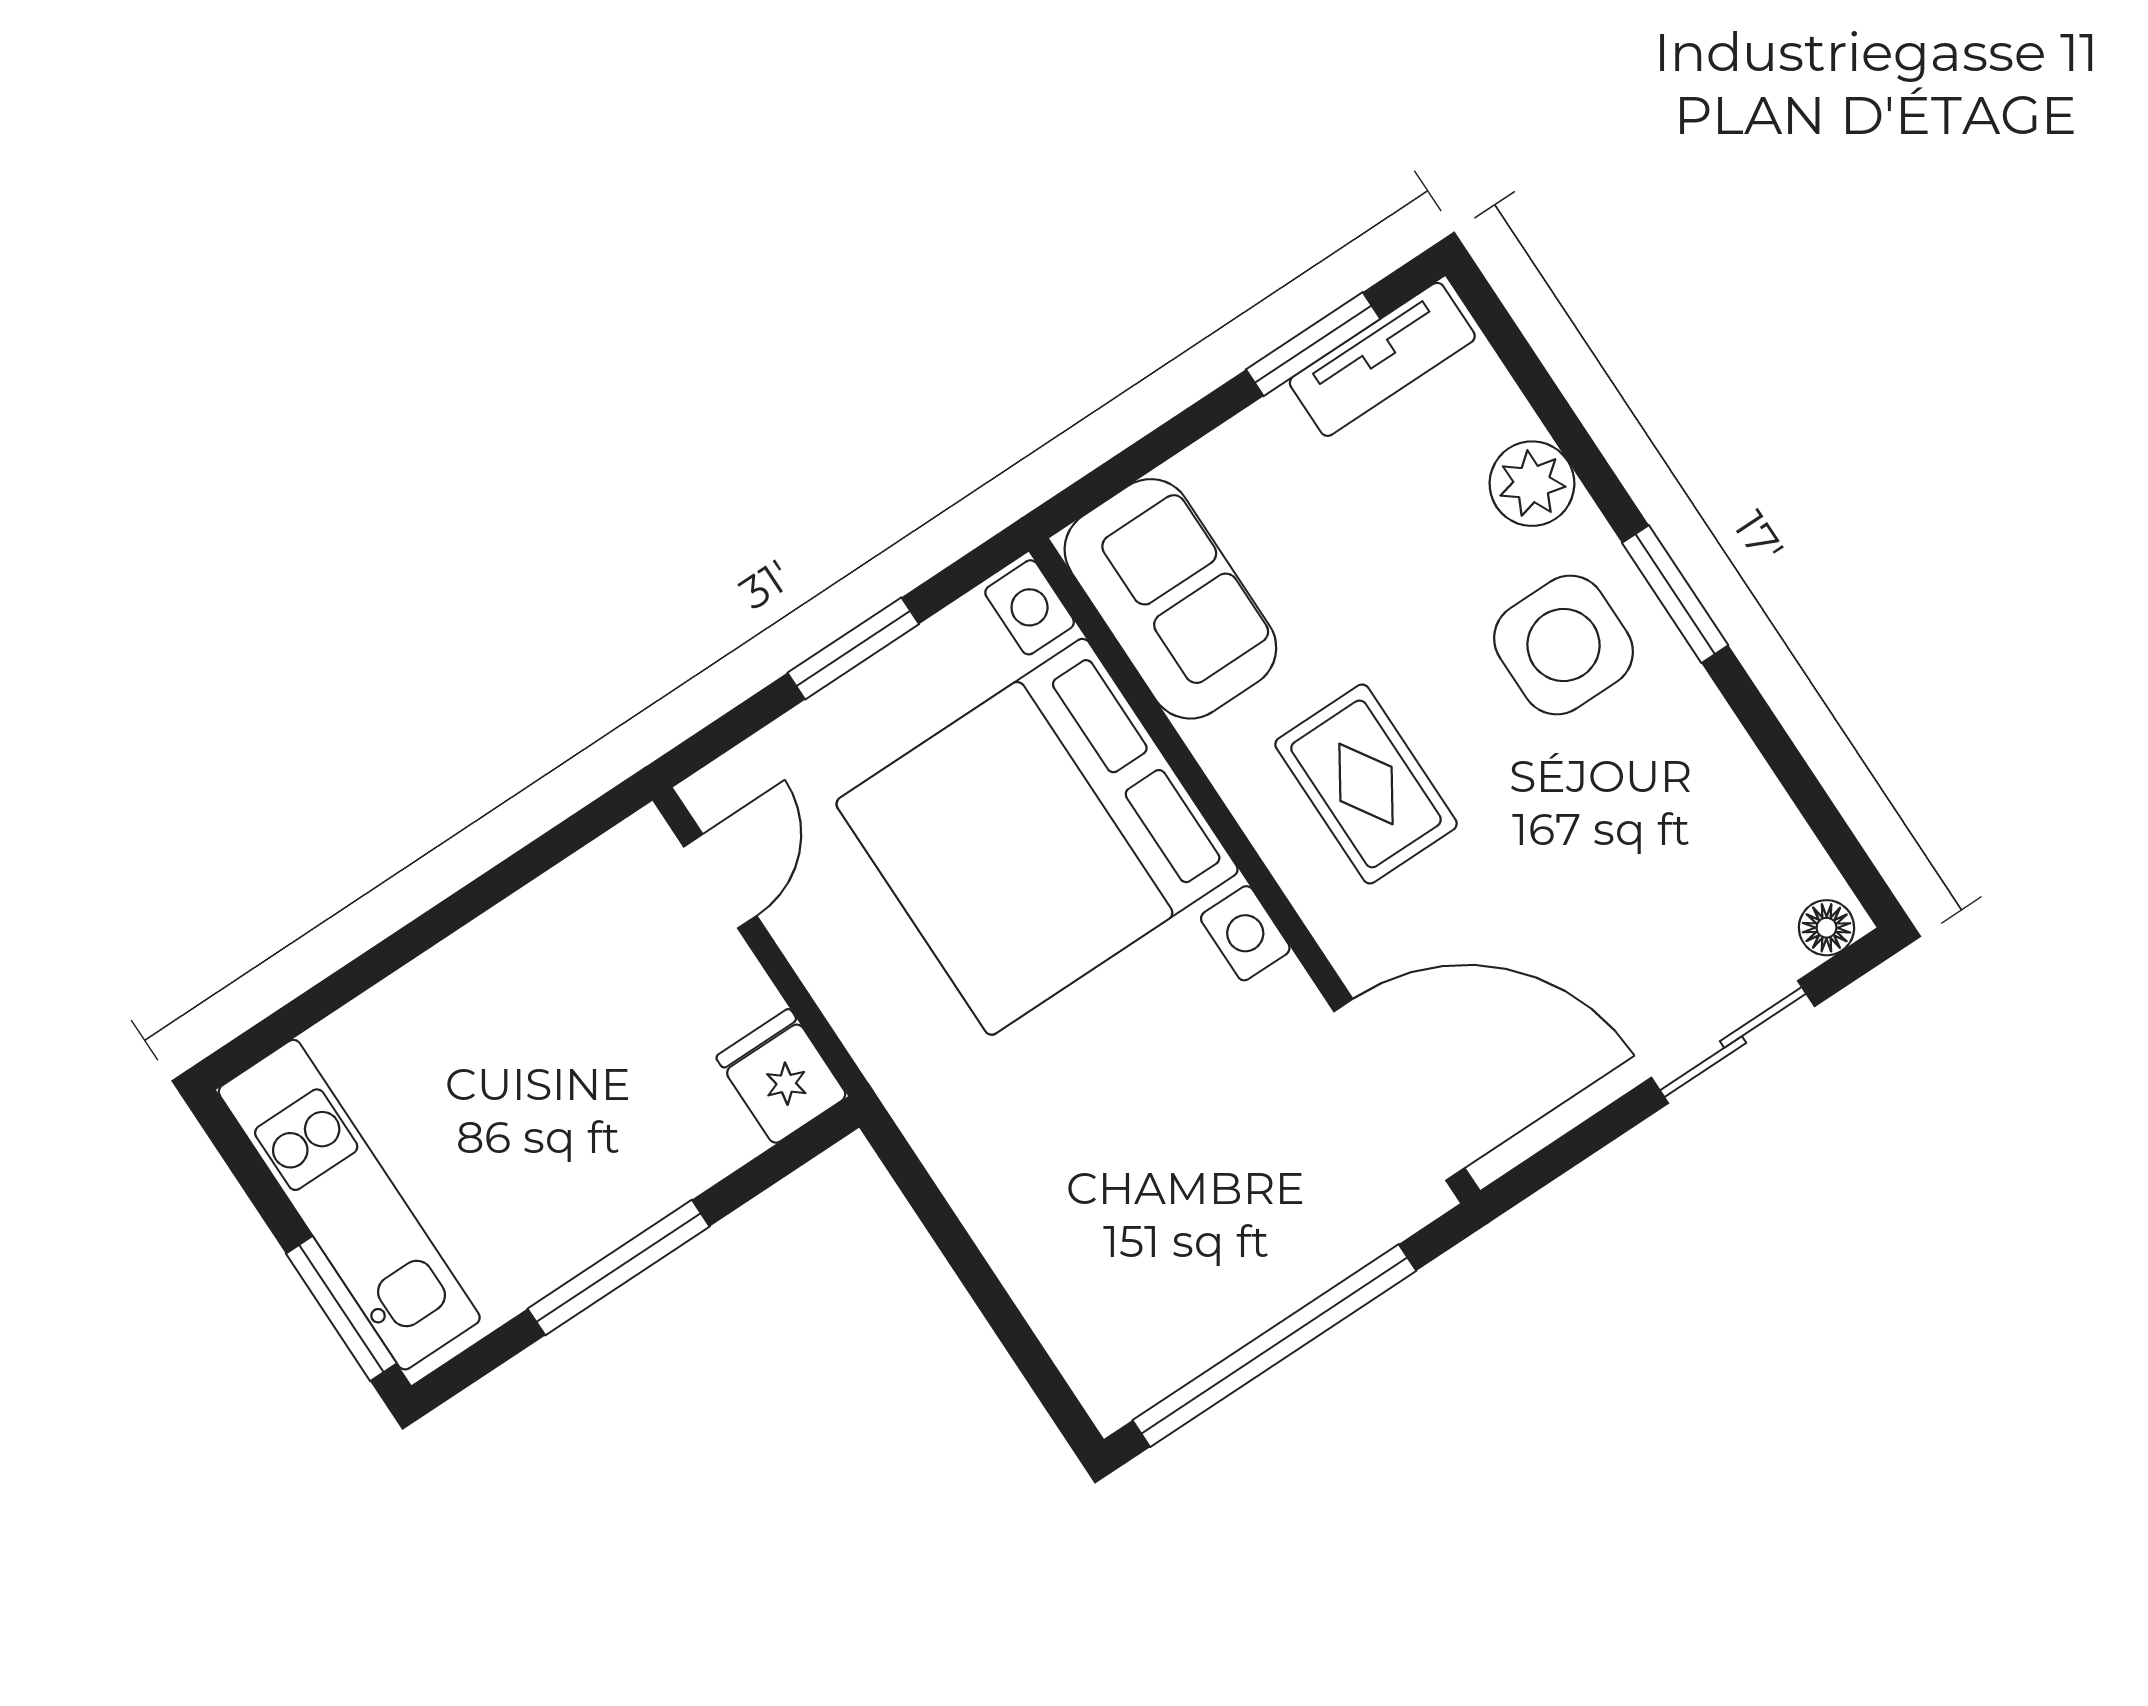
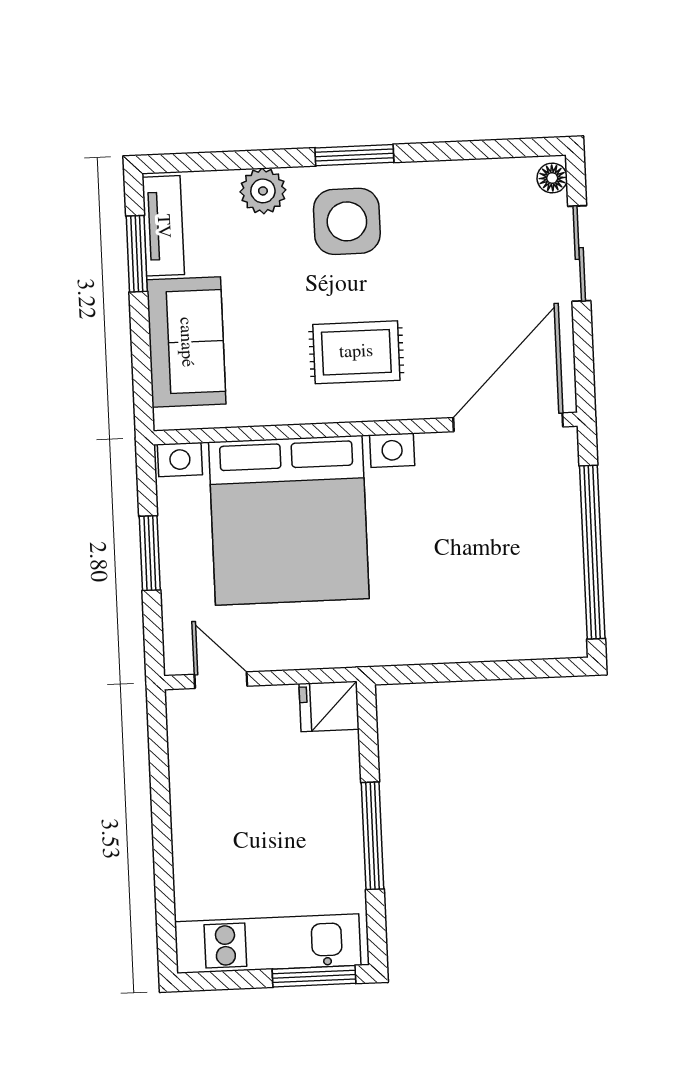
sofa: (1170, 599) -> (186, 342), moved, turned 90

